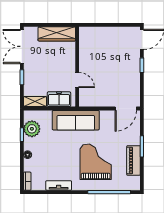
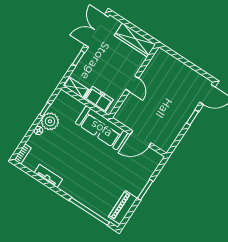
door: (77, 80) -> (132, 84), moved
door: (126, 108) -> (141, 139), moved
plant: (32, 129) -> (50, 121), moved
piano: (133, 160) -> (123, 208), moved
grand piano: (96, 162) -> (95, 176), removed

